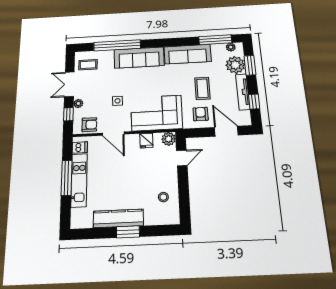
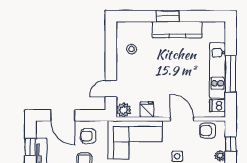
armchair: (201, 114) -> (88, 136), turned 90

